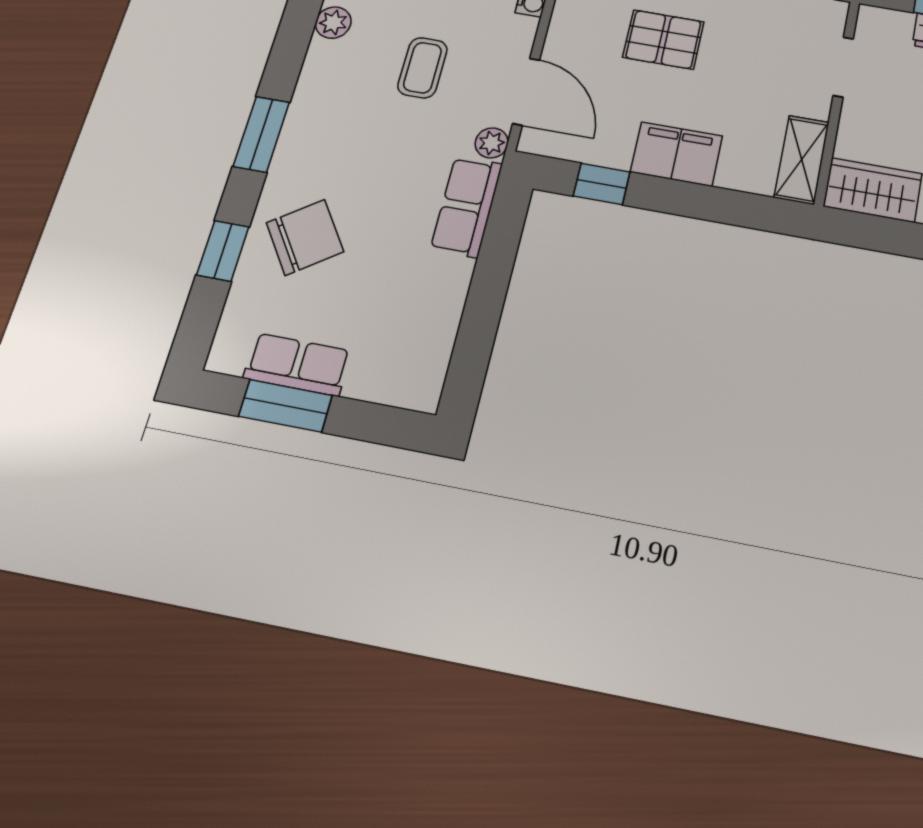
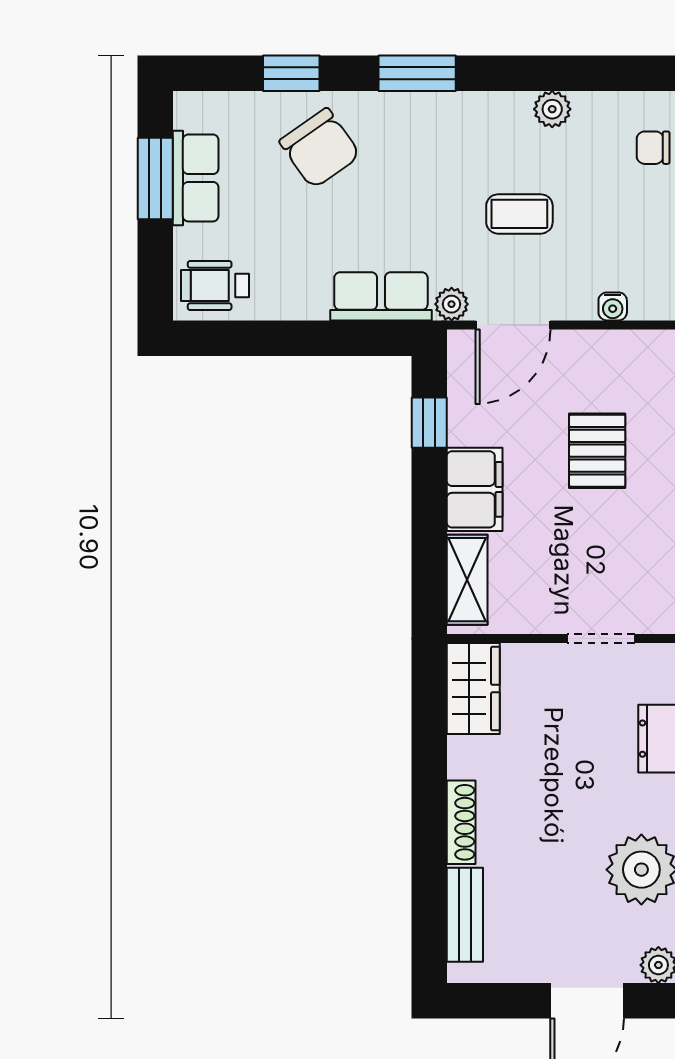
shelving: (802, 160) -> (467, 580), moved, turned 90
wheelchair: (412, 366) -> (215, 285), added

